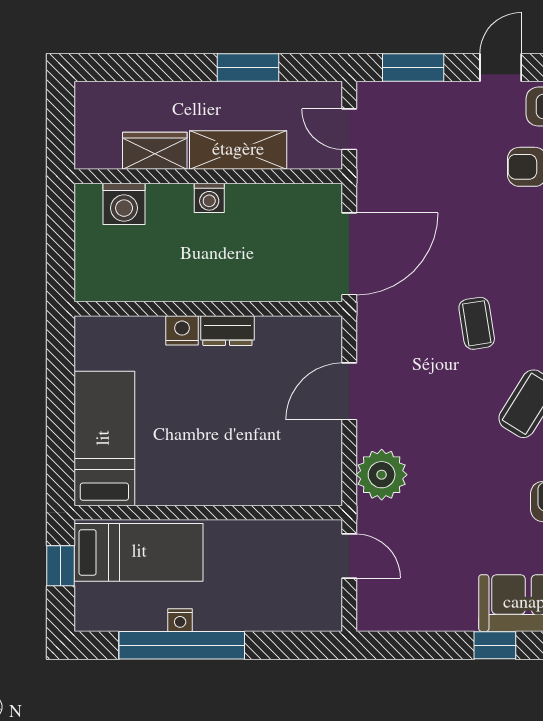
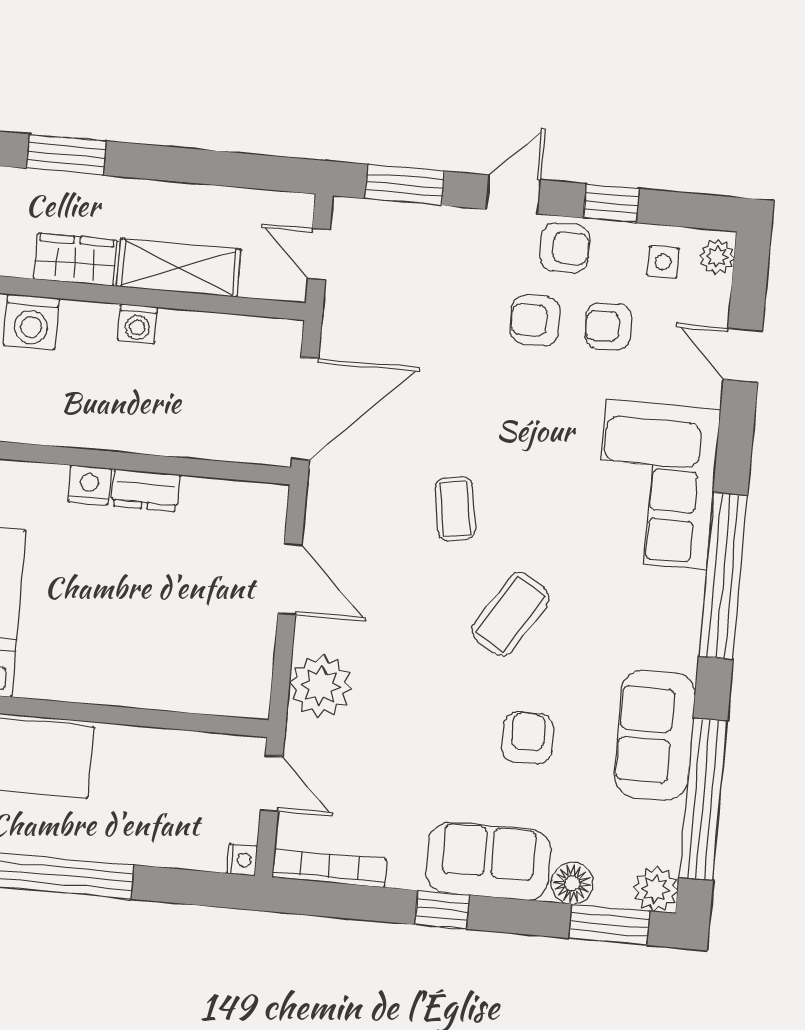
window: (248, 68) -> (66, 155), moved
door: (349, 391) -> (290, 579), swing flipped
nightstand: (180, 620) -> (242, 860), moved, turned -90
bookcase: (401, 620) -> (329, 868), added

